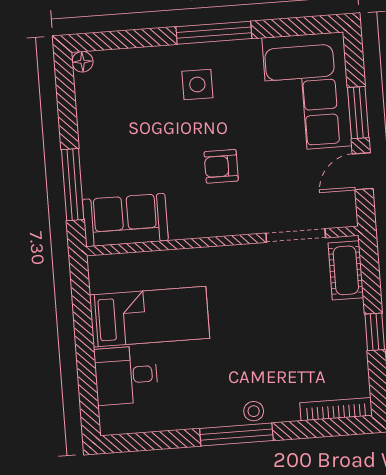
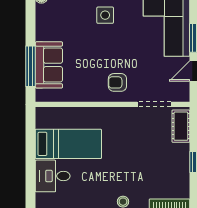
armchair: (221, 166) -> (117, 82), moved
sofa: (125, 220) -> (49, 65), moved, turned 90

